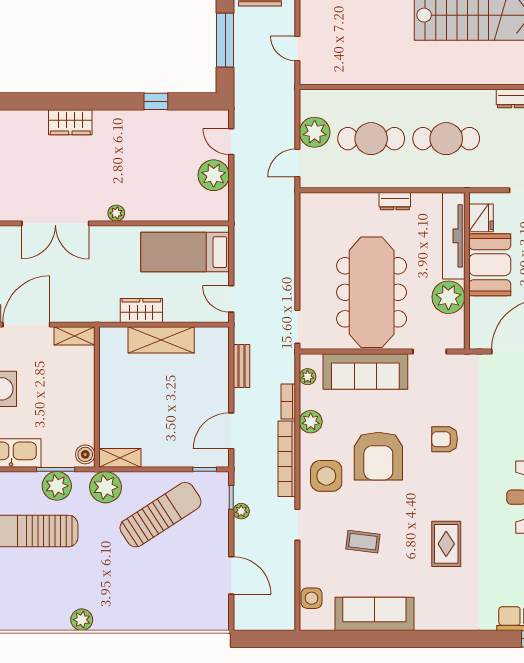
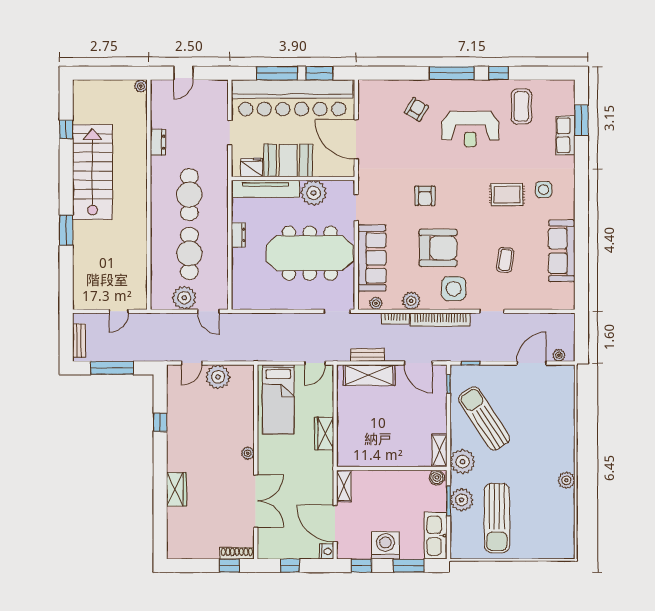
shelving: (161, 340) -> (369, 375), moved, turned 90
plant: (241, 511) -> (559, 355), moved
side table: (312, 598) -> (544, 190), moved

